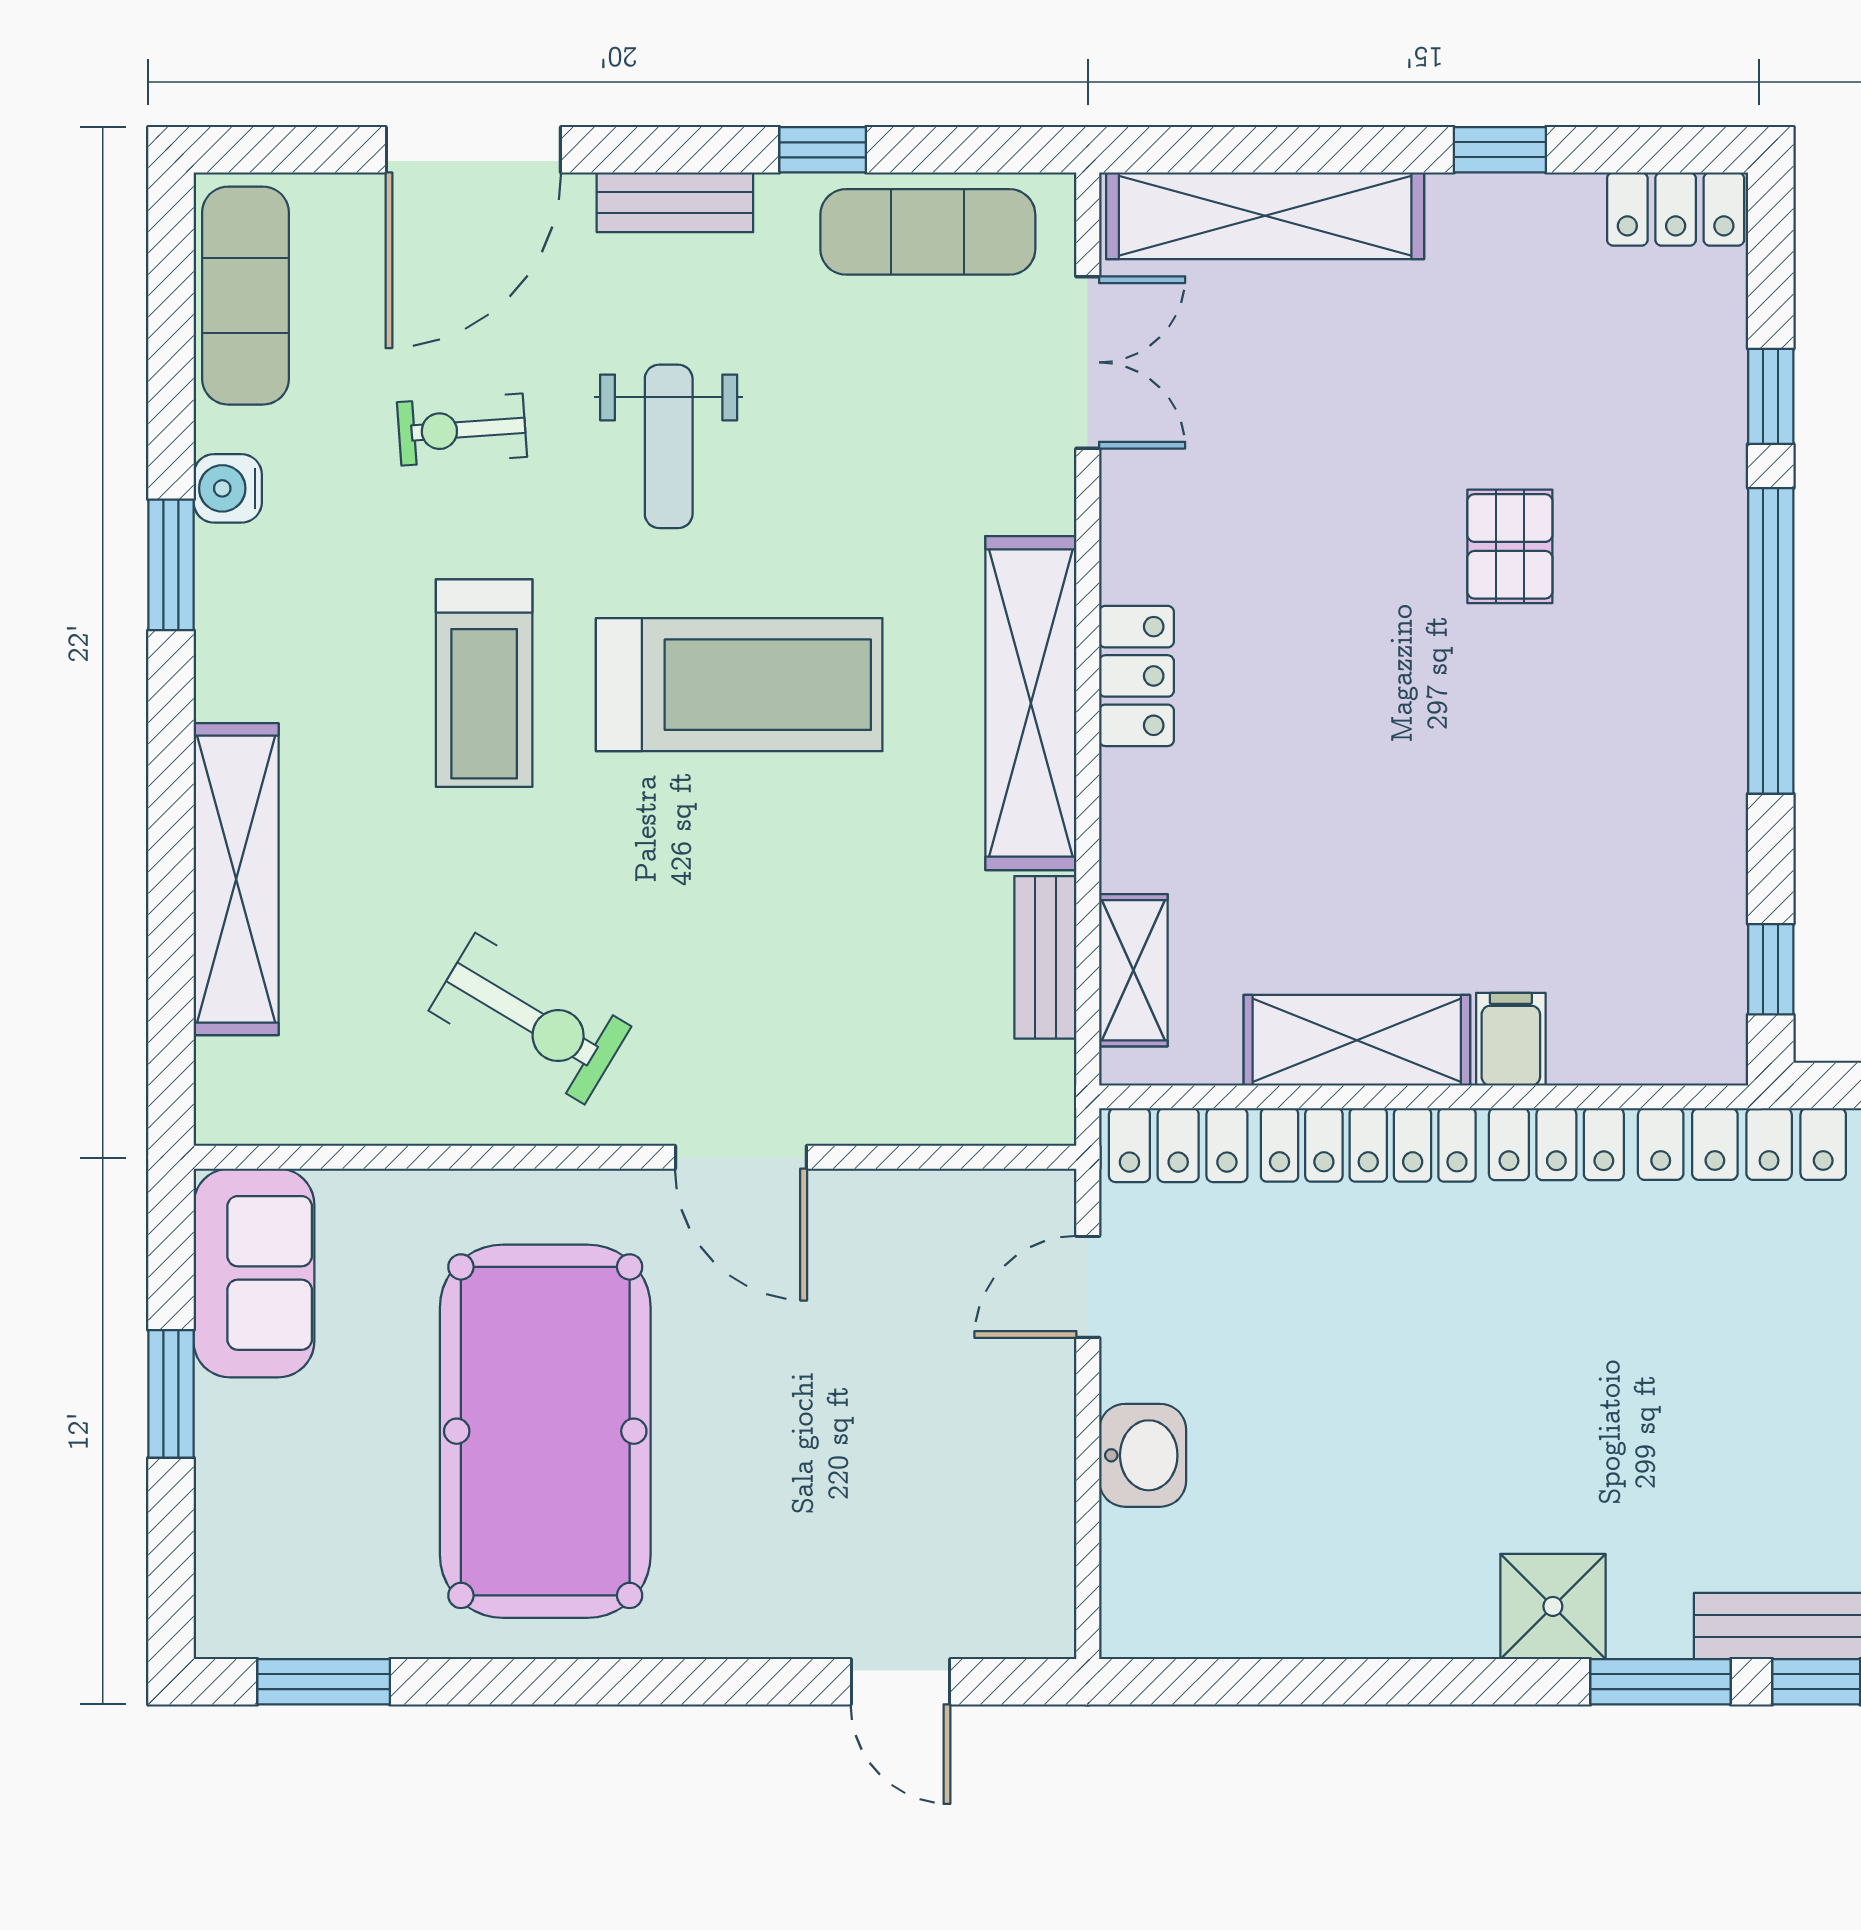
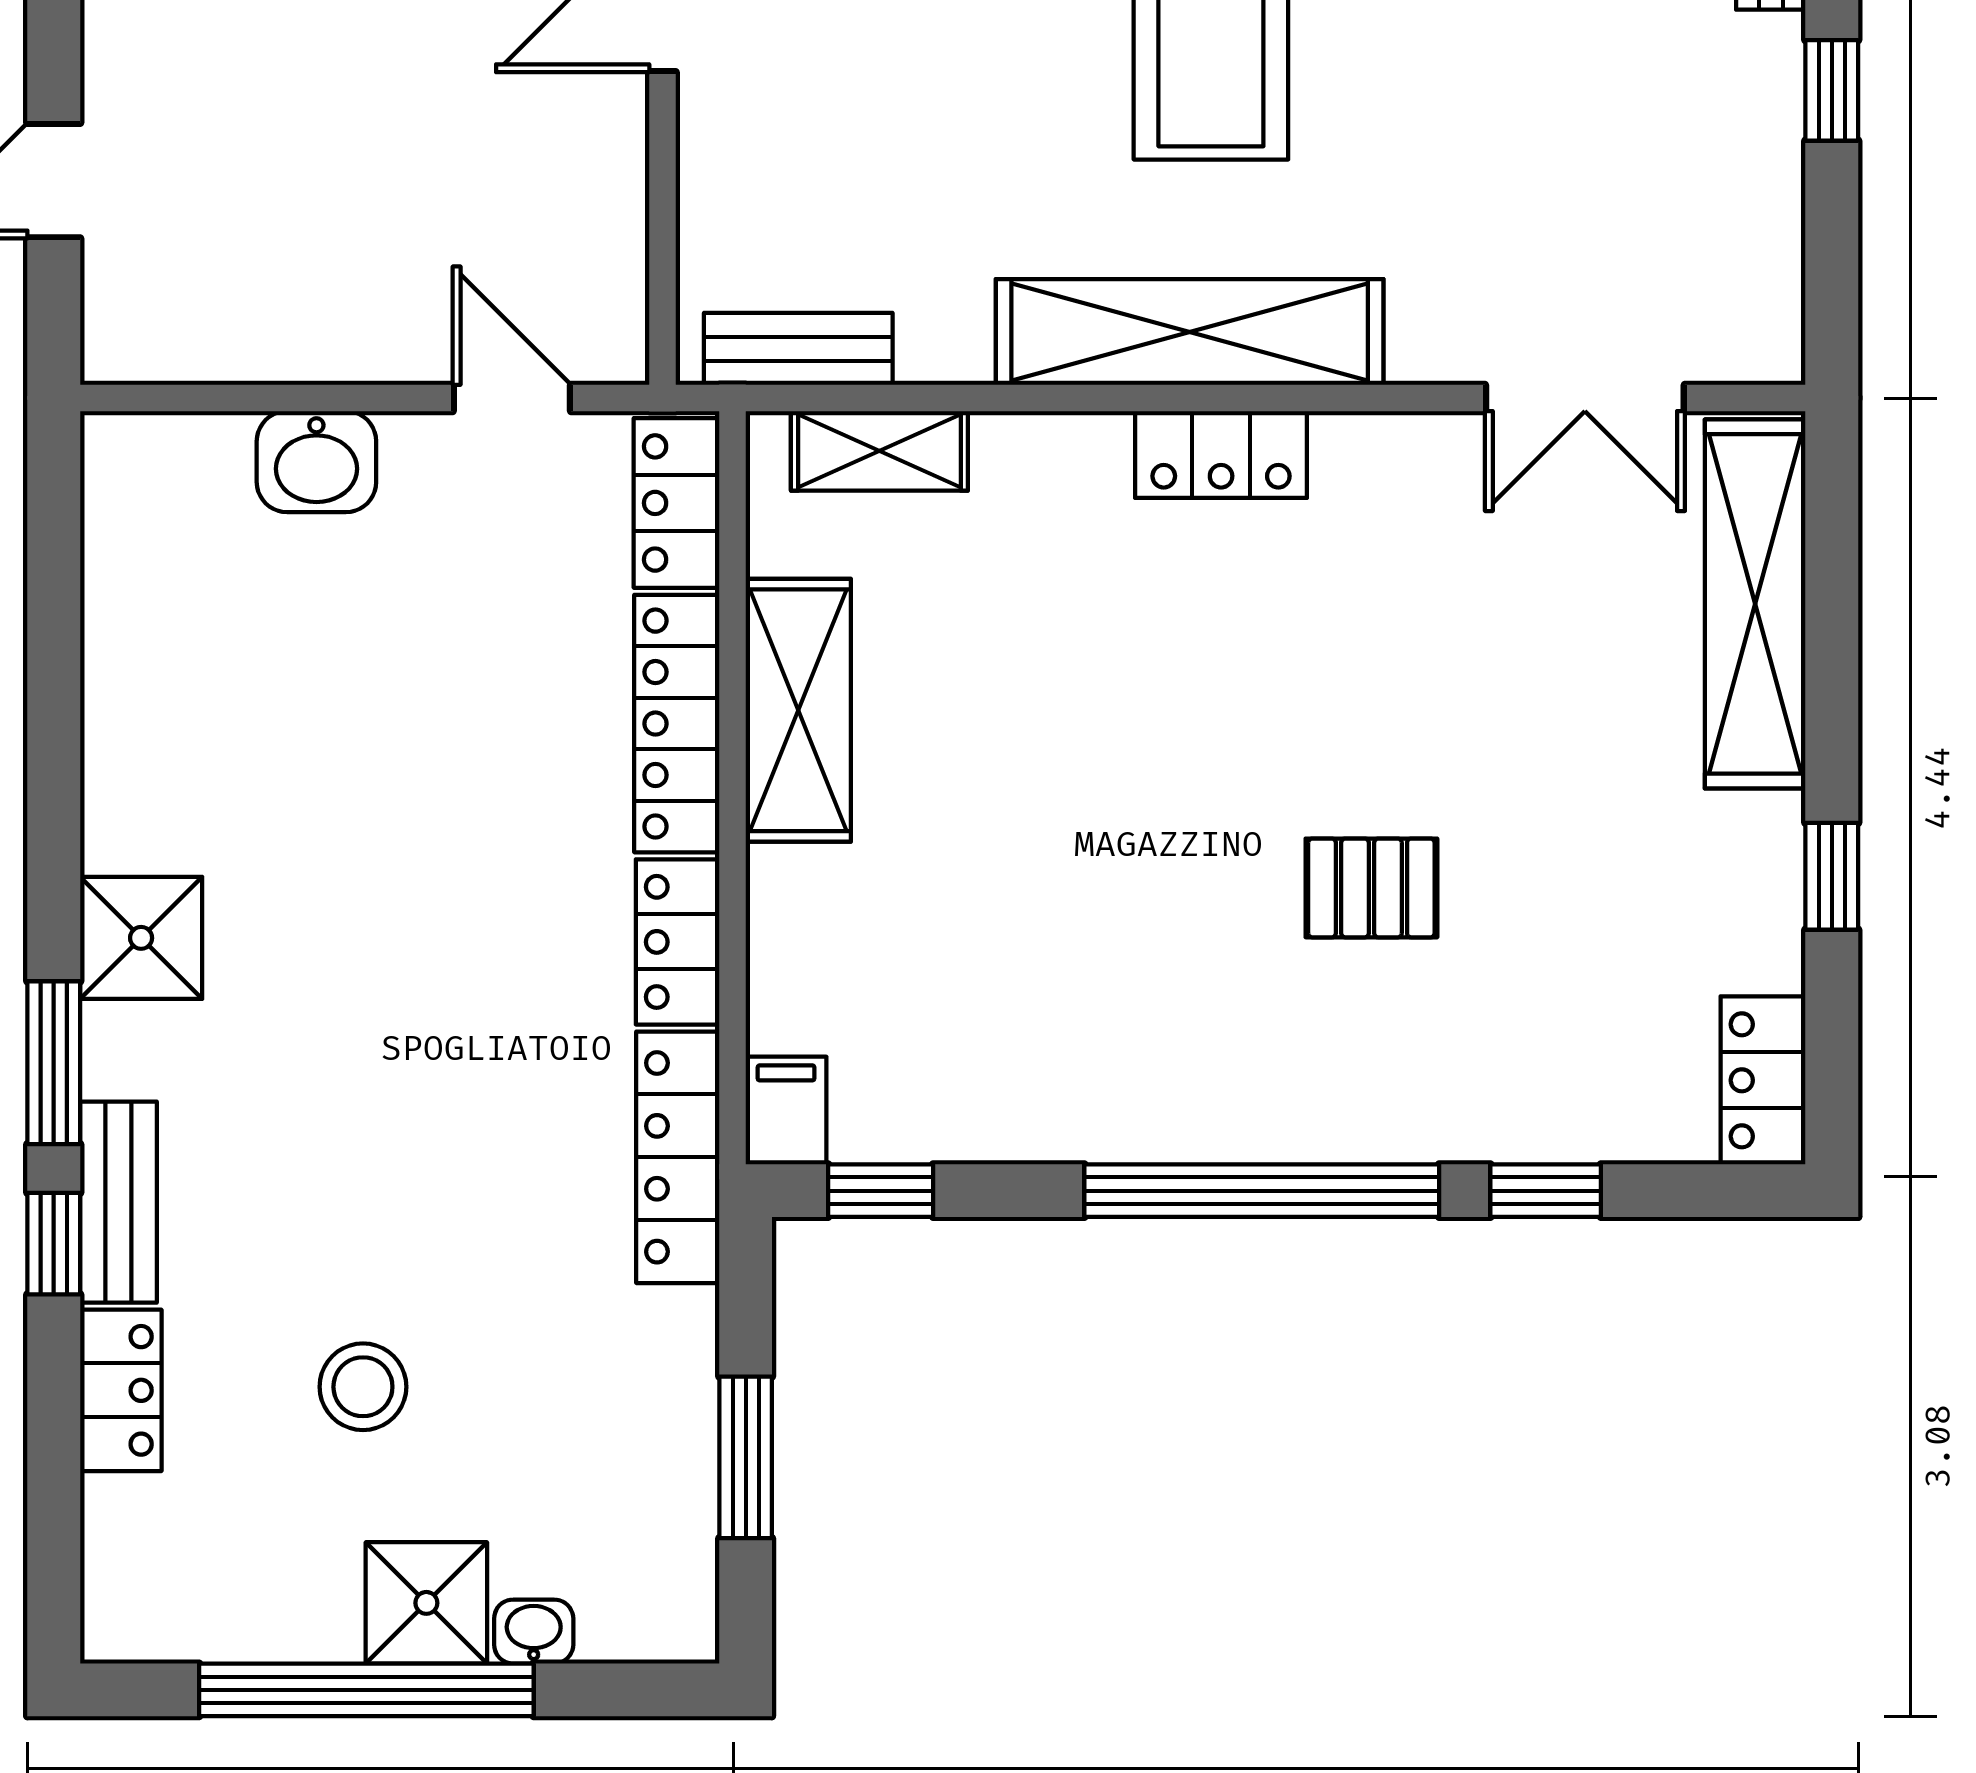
exercise mat: (928, 232) -> (1736, 212), removed
bench: (1045, 957) -> (798, 349), moved
filing cabinet: (1511, 1039) -> (786, 1111), moved, turned -90

